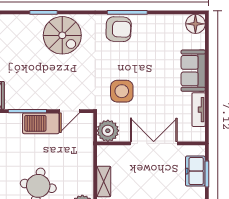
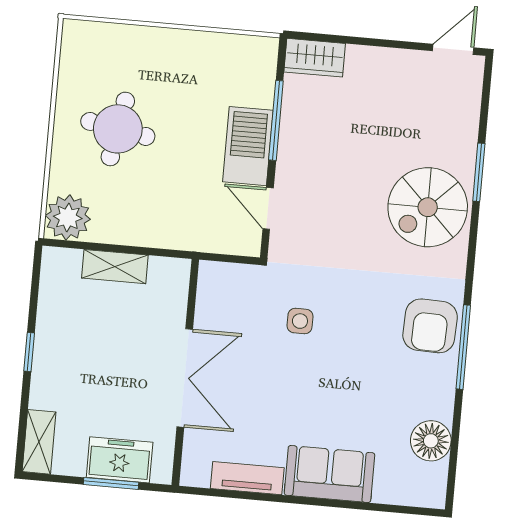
floor lamp: (195, 24) -> (431, 441), moved
side table: (122, 91) -> (300, 321), width x0.54, depth x0.54
plant: (108, 131) -> (220, 285), removed

